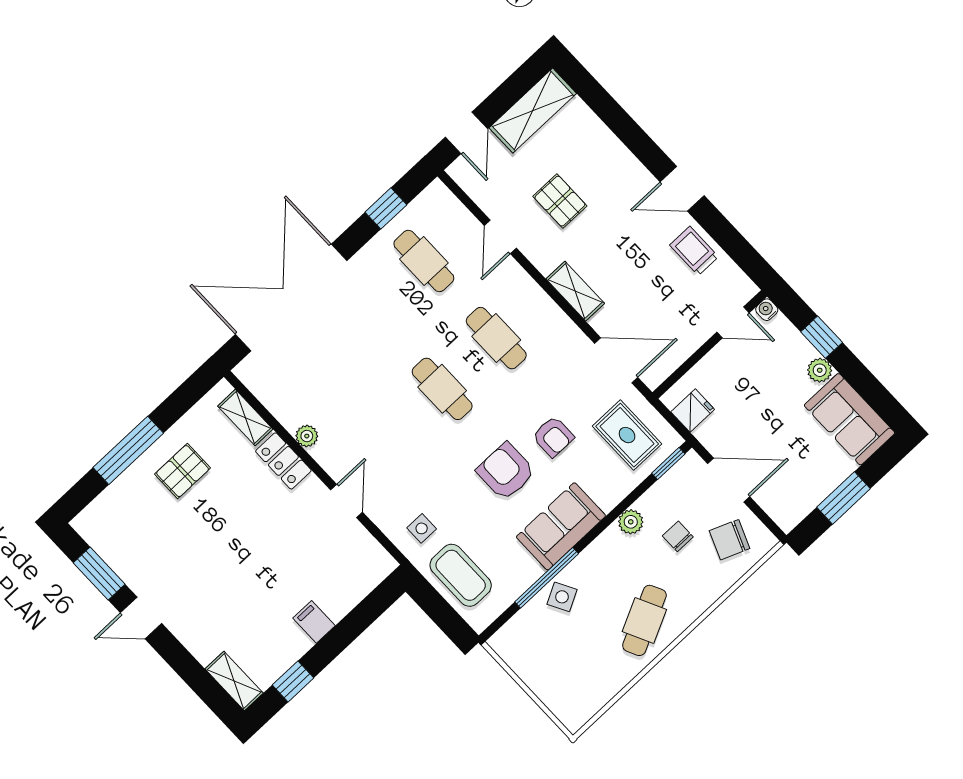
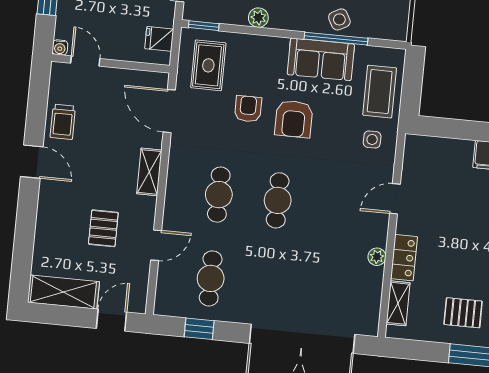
sofa: (561, 526) -> (321, 59), moved

